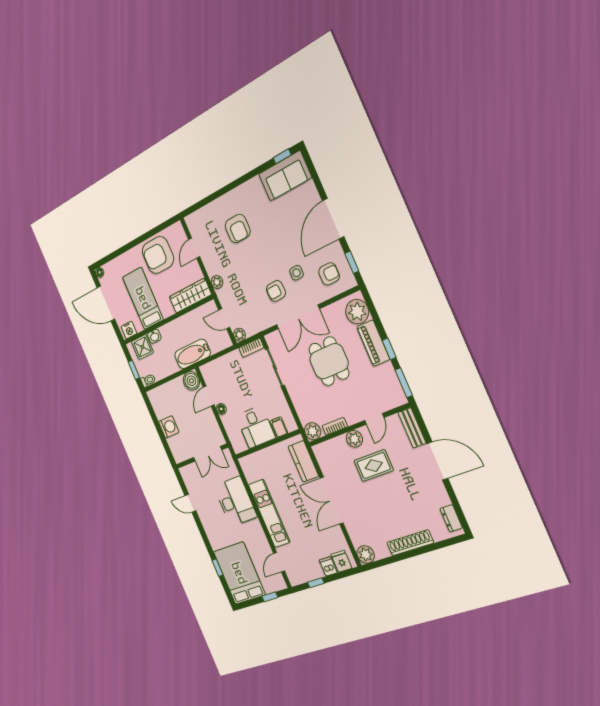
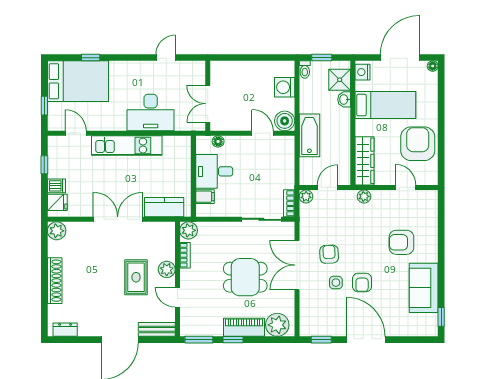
sofa: (285, 176) -> (424, 288), moved
armchair: (329, 274) -> (362, 282), moved
floor lamp: (221, 409) -> (218, 141), moved
washing machine: (169, 427) -> (285, 87), moved, turned 90

